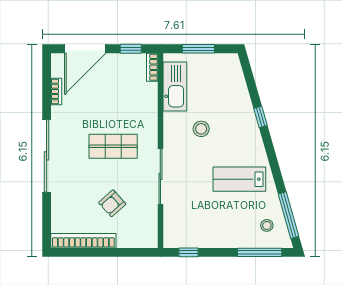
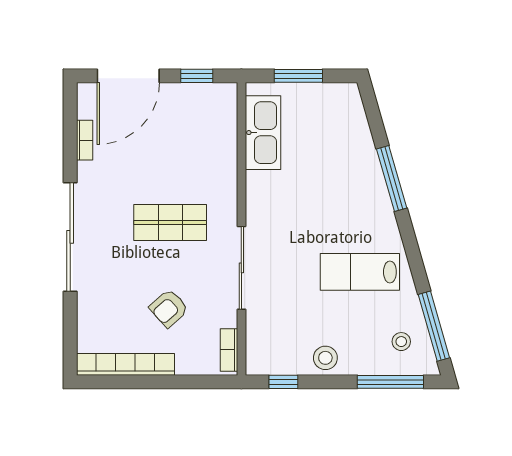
bookcase: (152, 67) -> (229, 350), moved
window: (260, 117) -> (392, 178), width x2.17
stool: (201, 129) -> (325, 358), moved

